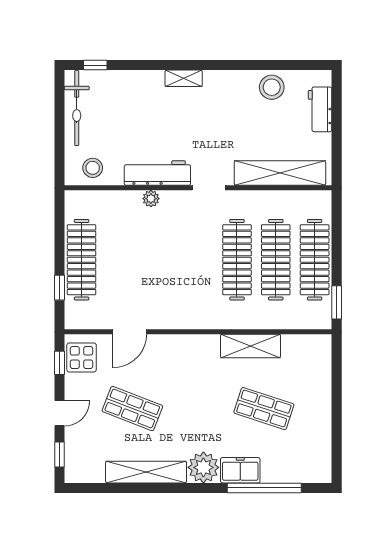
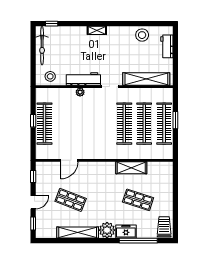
window: (60, 288) -> (33, 121), moved
window: (337, 302) -> (175, 120), moved
display table: (82, 357) -> (44, 174), removed
trolley: (315, 461) -> (164, 227), added

